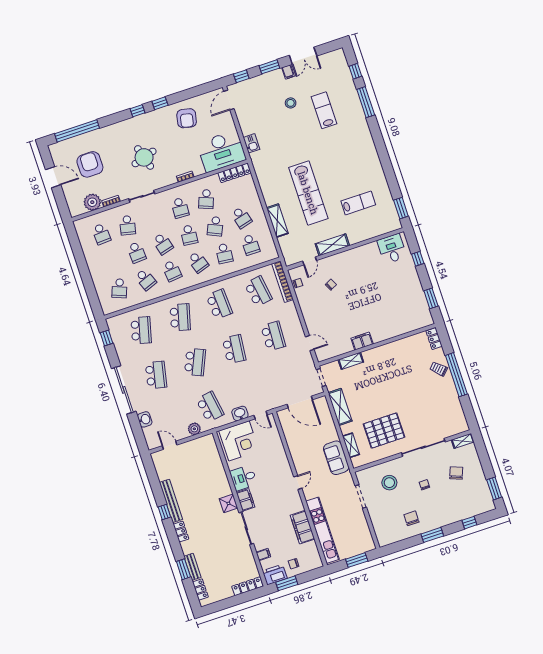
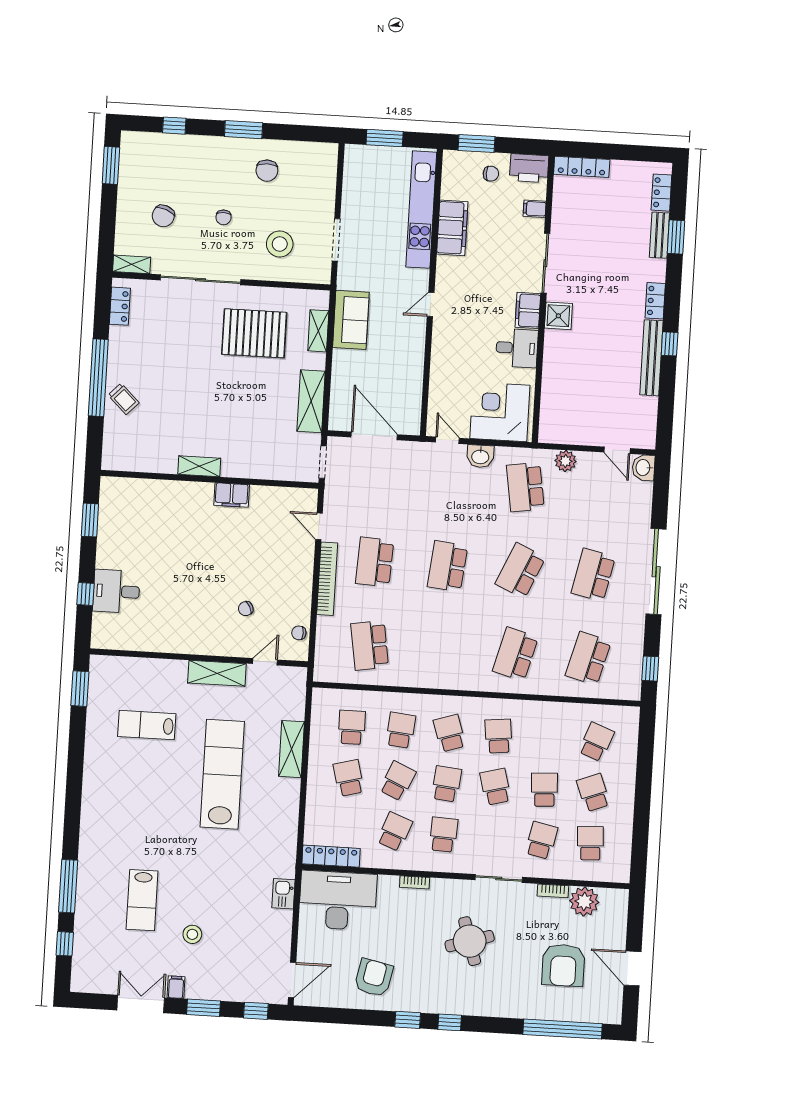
desk: (392, 249) -> (116, 591), moved, turned 90
school desk: (146, 280) -> (593, 793), moved
bookcase: (283, 282) -> (327, 579), moved
school desk: (219, 304) -> (442, 650), removed
locker: (434, 339) -> (120, 306), moved
shelving: (351, 361) -> (199, 466), moved
washbasin: (145, 419) -> (643, 468), moved
window: (287, 583) -> (476, 144), moved

